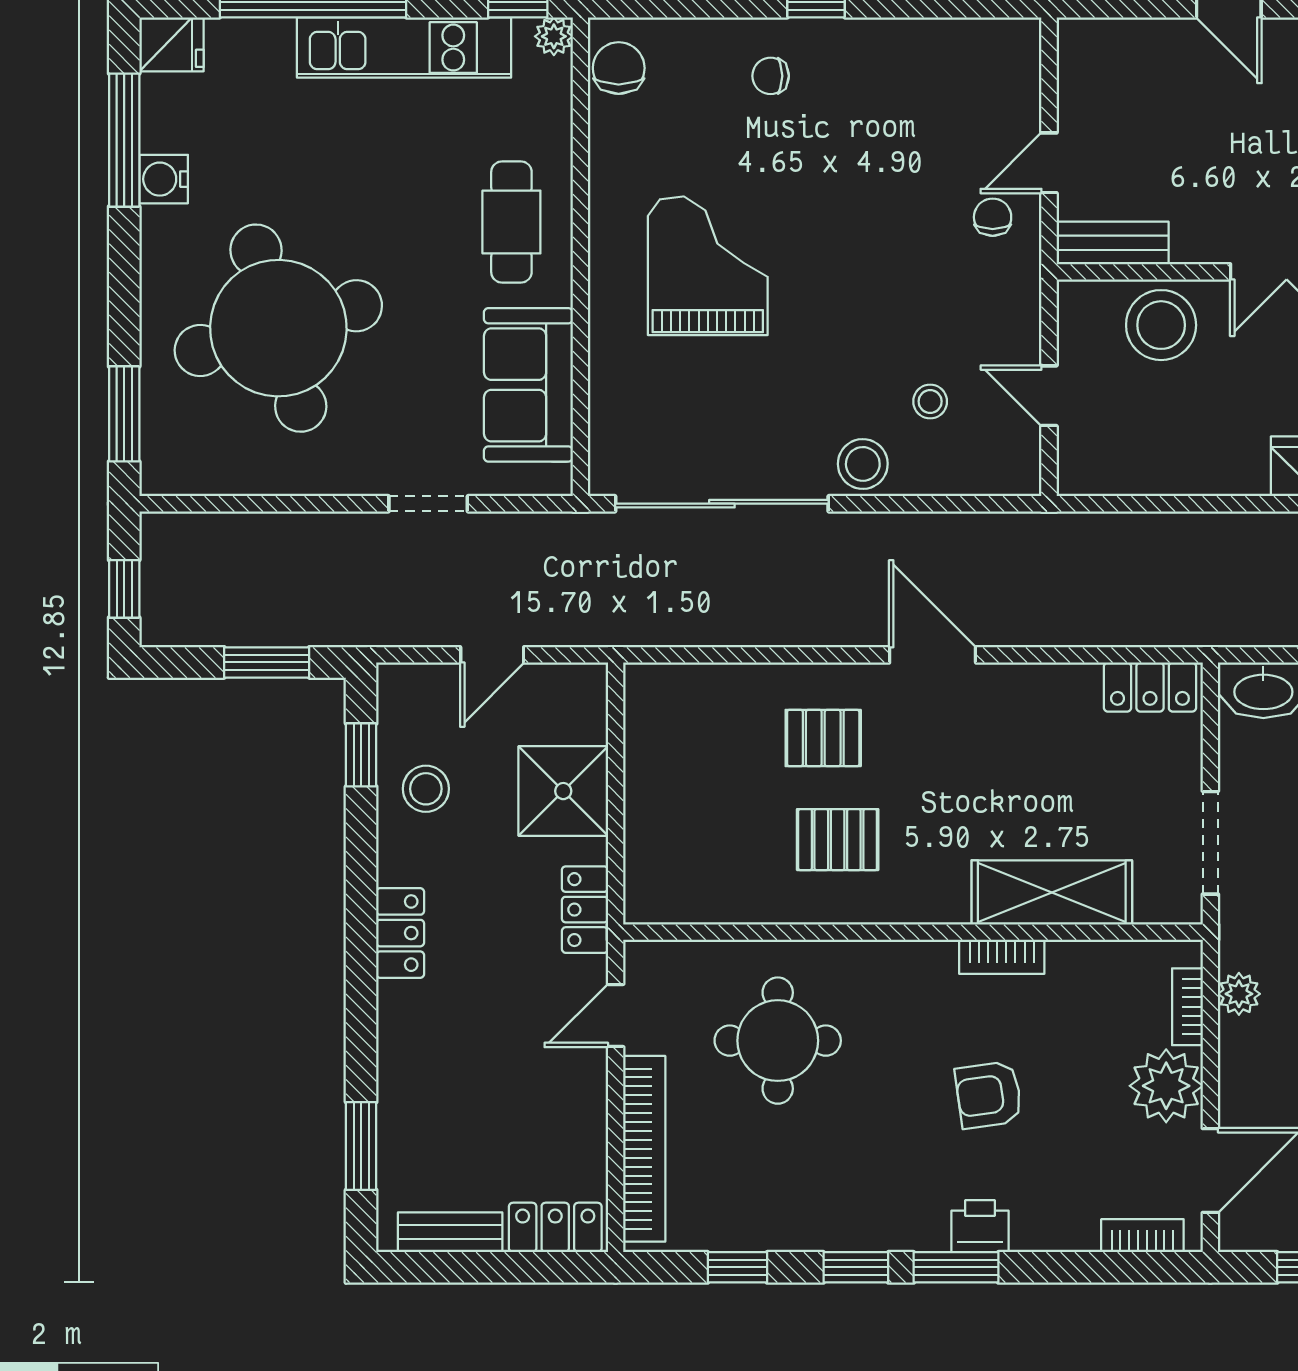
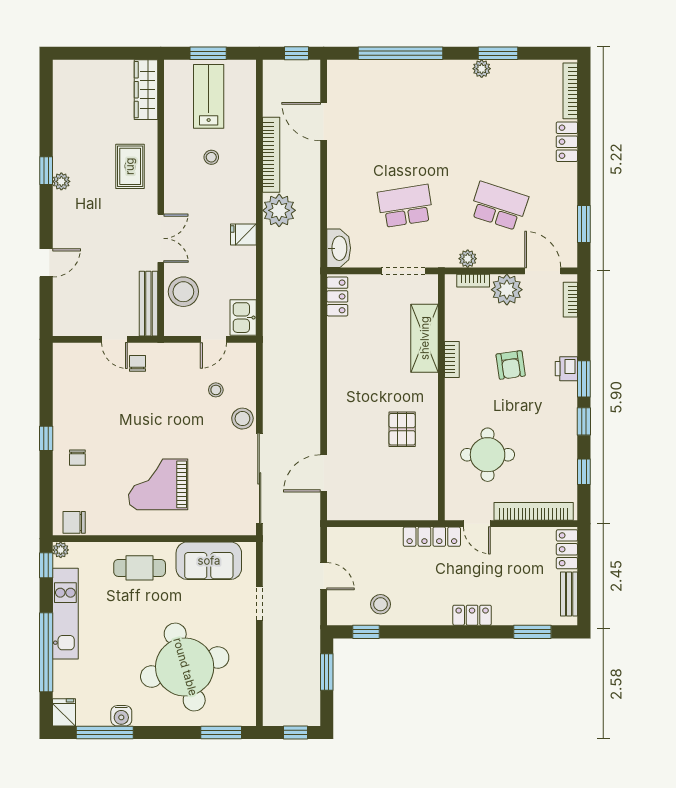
chair: (993, 217) -> (137, 363), turned 90
bench: (1113, 243) -> (148, 304), width x1.36
kitchen sink: (1100, 466) -> (243, 318), added
door: (933, 655) -> (324, 473), moved
pallet: (823, 738) -> (359, 435), removed
shower: (563, 791) -> (381, 546), removed
locker: (585, 910) -> (432, 537), width x1.53
locker: (400, 933) -> (472, 615), moved

